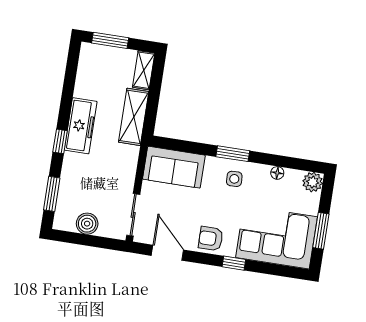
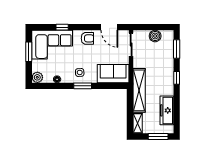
shelving: (134, 117) -> (139, 90), width x1.47
freezer: (81, 126) -> (167, 110), moved
window: (234, 263) -> (62, 27), moved

